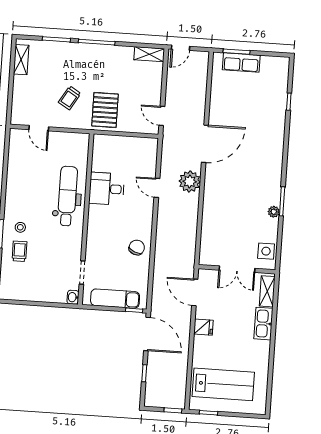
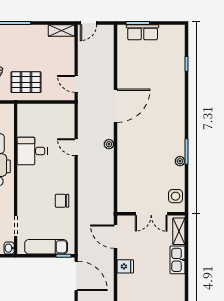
pallet: (105, 110) -> (26, 82), turned 90
plant: (190, 182) -> (109, 144), width x0.53, depth x0.53
chair: (137, 248) -> (62, 201), turned -113

